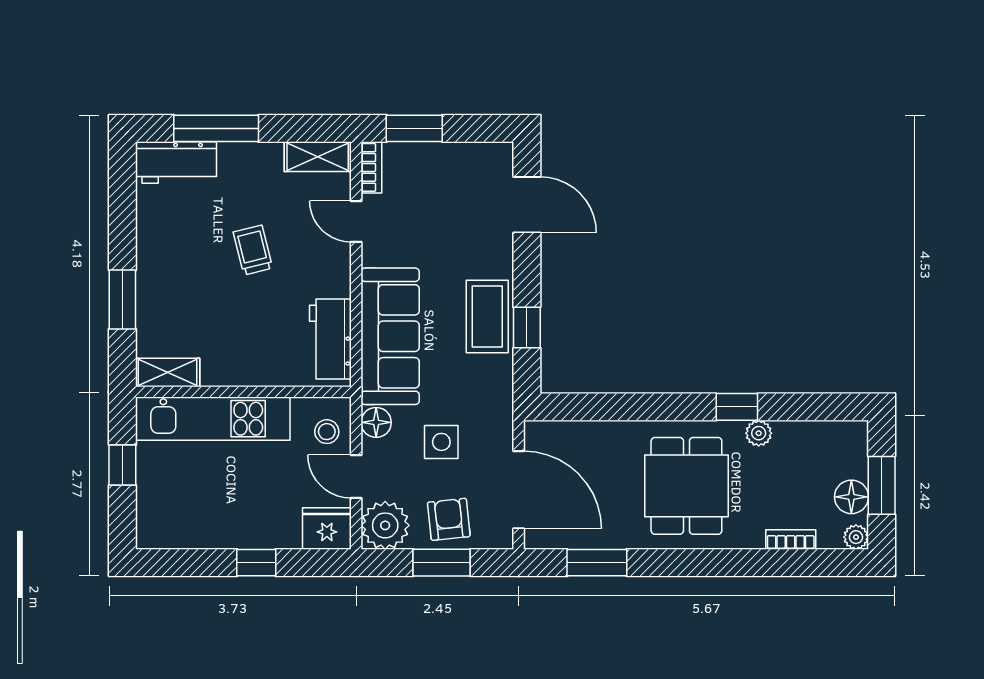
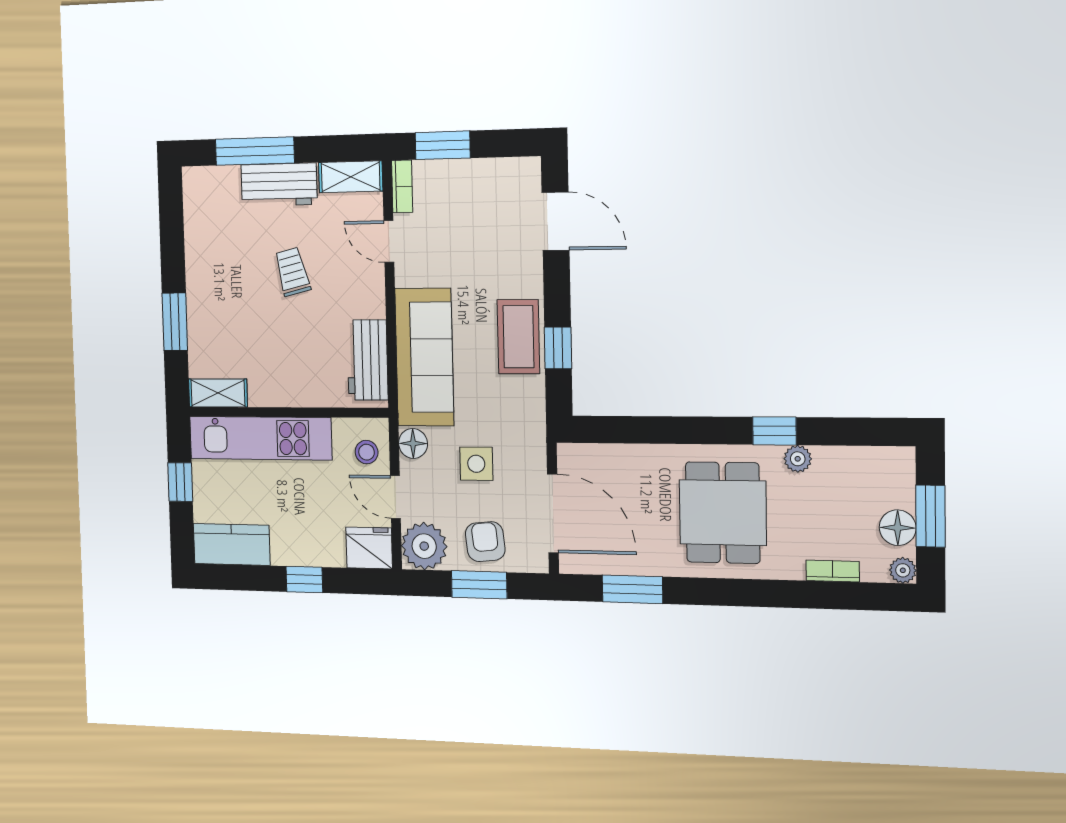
workbench: (176, 162) -> (279, 185), moved
kitchen counter: (177, 529) -> (232, 544), added

